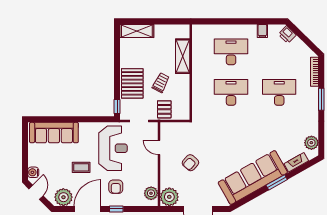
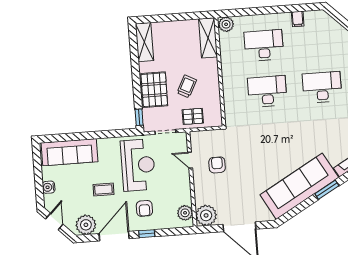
shelving: (137, 31) -> (144, 42), moved, turned 90
plant: (199, 31) -> (226, 24), added
printer: (287, 35) -> (326, 21), removed
shelving: (183, 56) -> (208, 38), moved
pallet: (164, 109) -> (193, 116), turned 90
armchair: (190, 163) -> (217, 165), moved, turned 138
water cooler: (33, 172) -> (49, 187), moved

